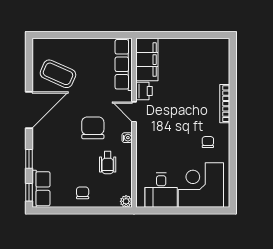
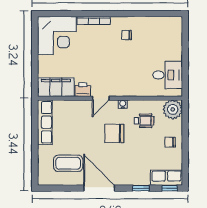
row of seats: (124, 64) -> (45, 122), moved, turned -90
coffee table: (58, 74) -> (68, 163), turned 66
corner desk: (201, 185) -> (57, 35), moved, turned -90
plant: (126, 201) -> (173, 109), width x1.88, depth x1.88

